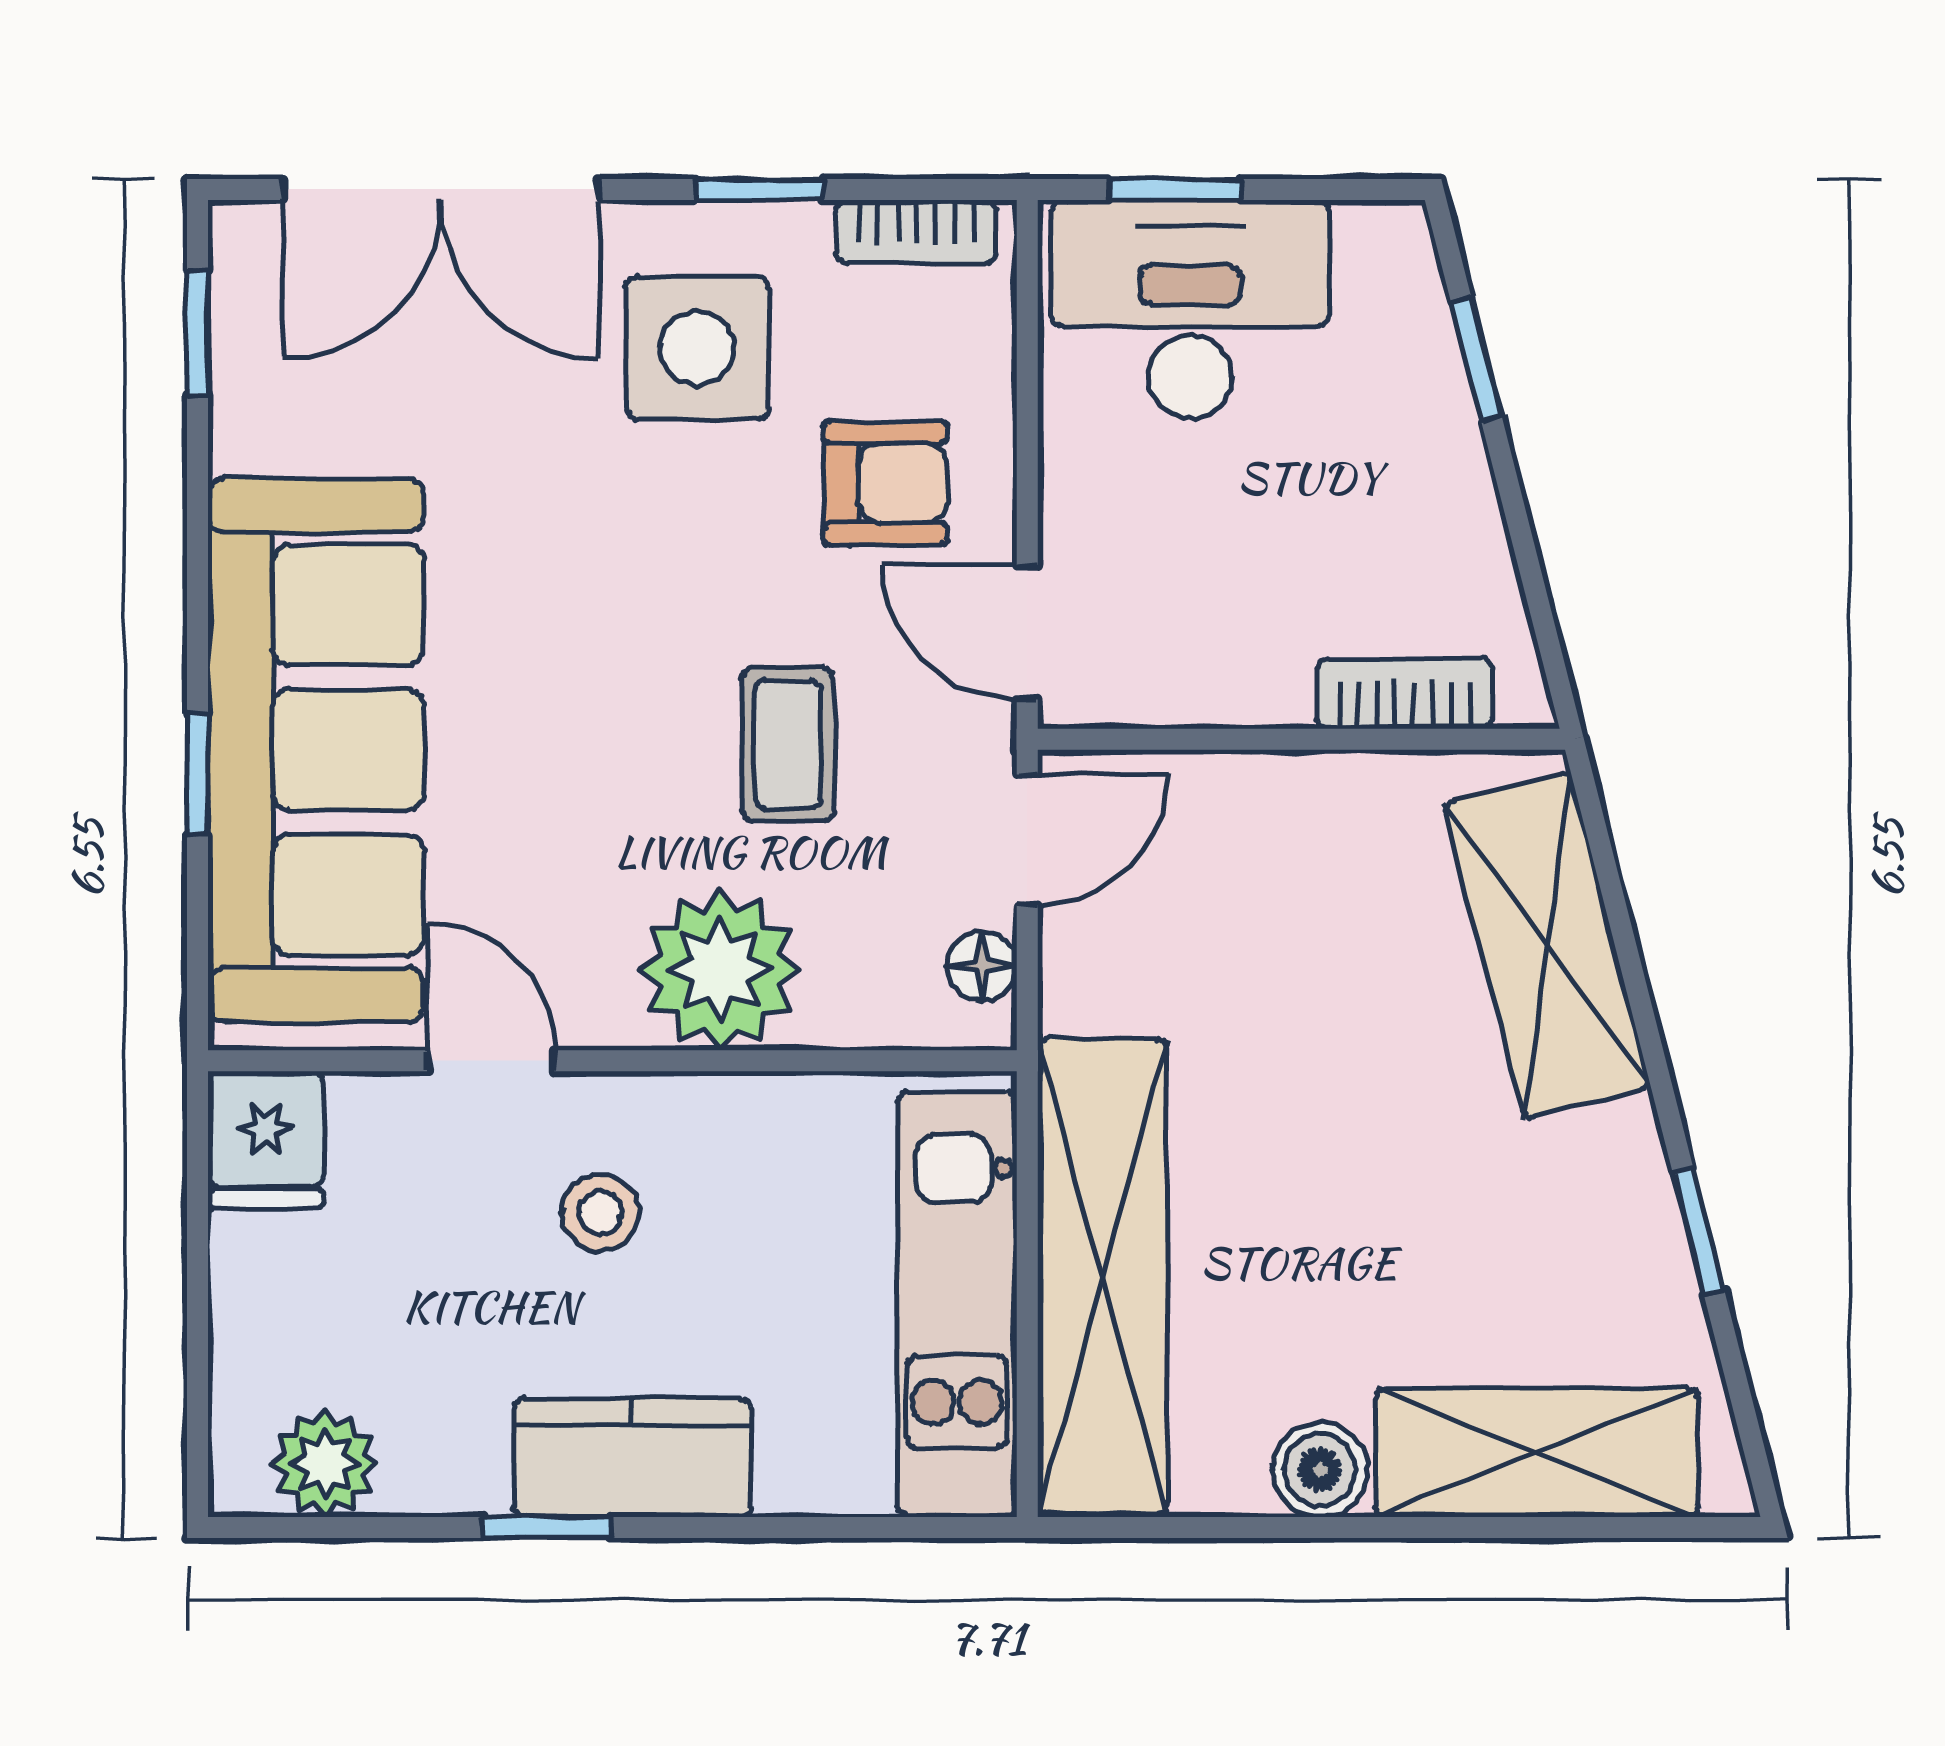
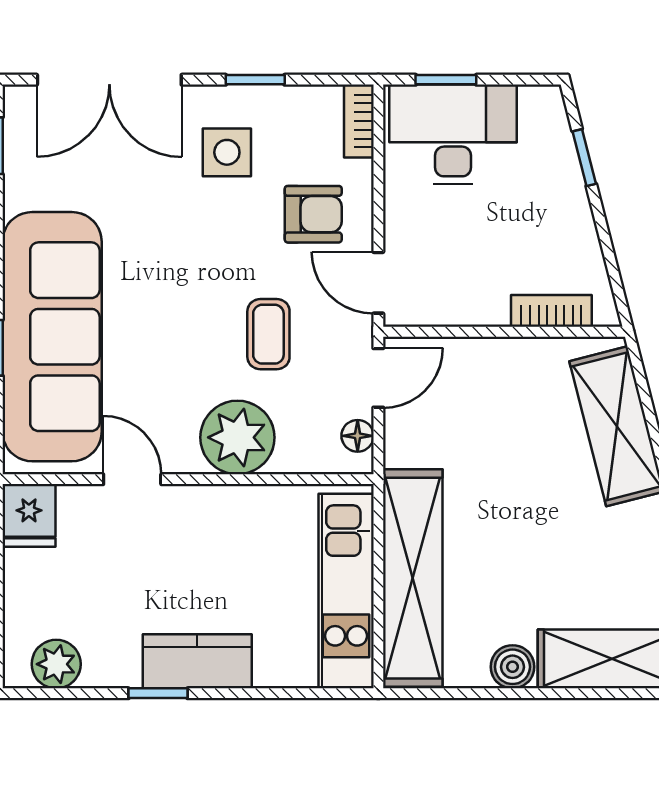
bookcase: (916, 232) -> (359, 121), moved, turned 90
side table: (697, 348) -> (227, 152), width x0.73, depth x0.73
stool: (600, 1213) -> (183, 549), removed

